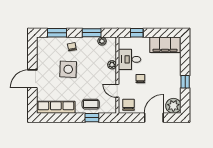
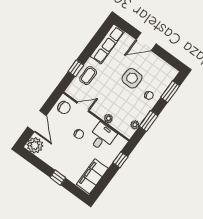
door: (32, 79) -> (146, 42), swing flipped
window: (185, 82) -> (58, 178), moved

